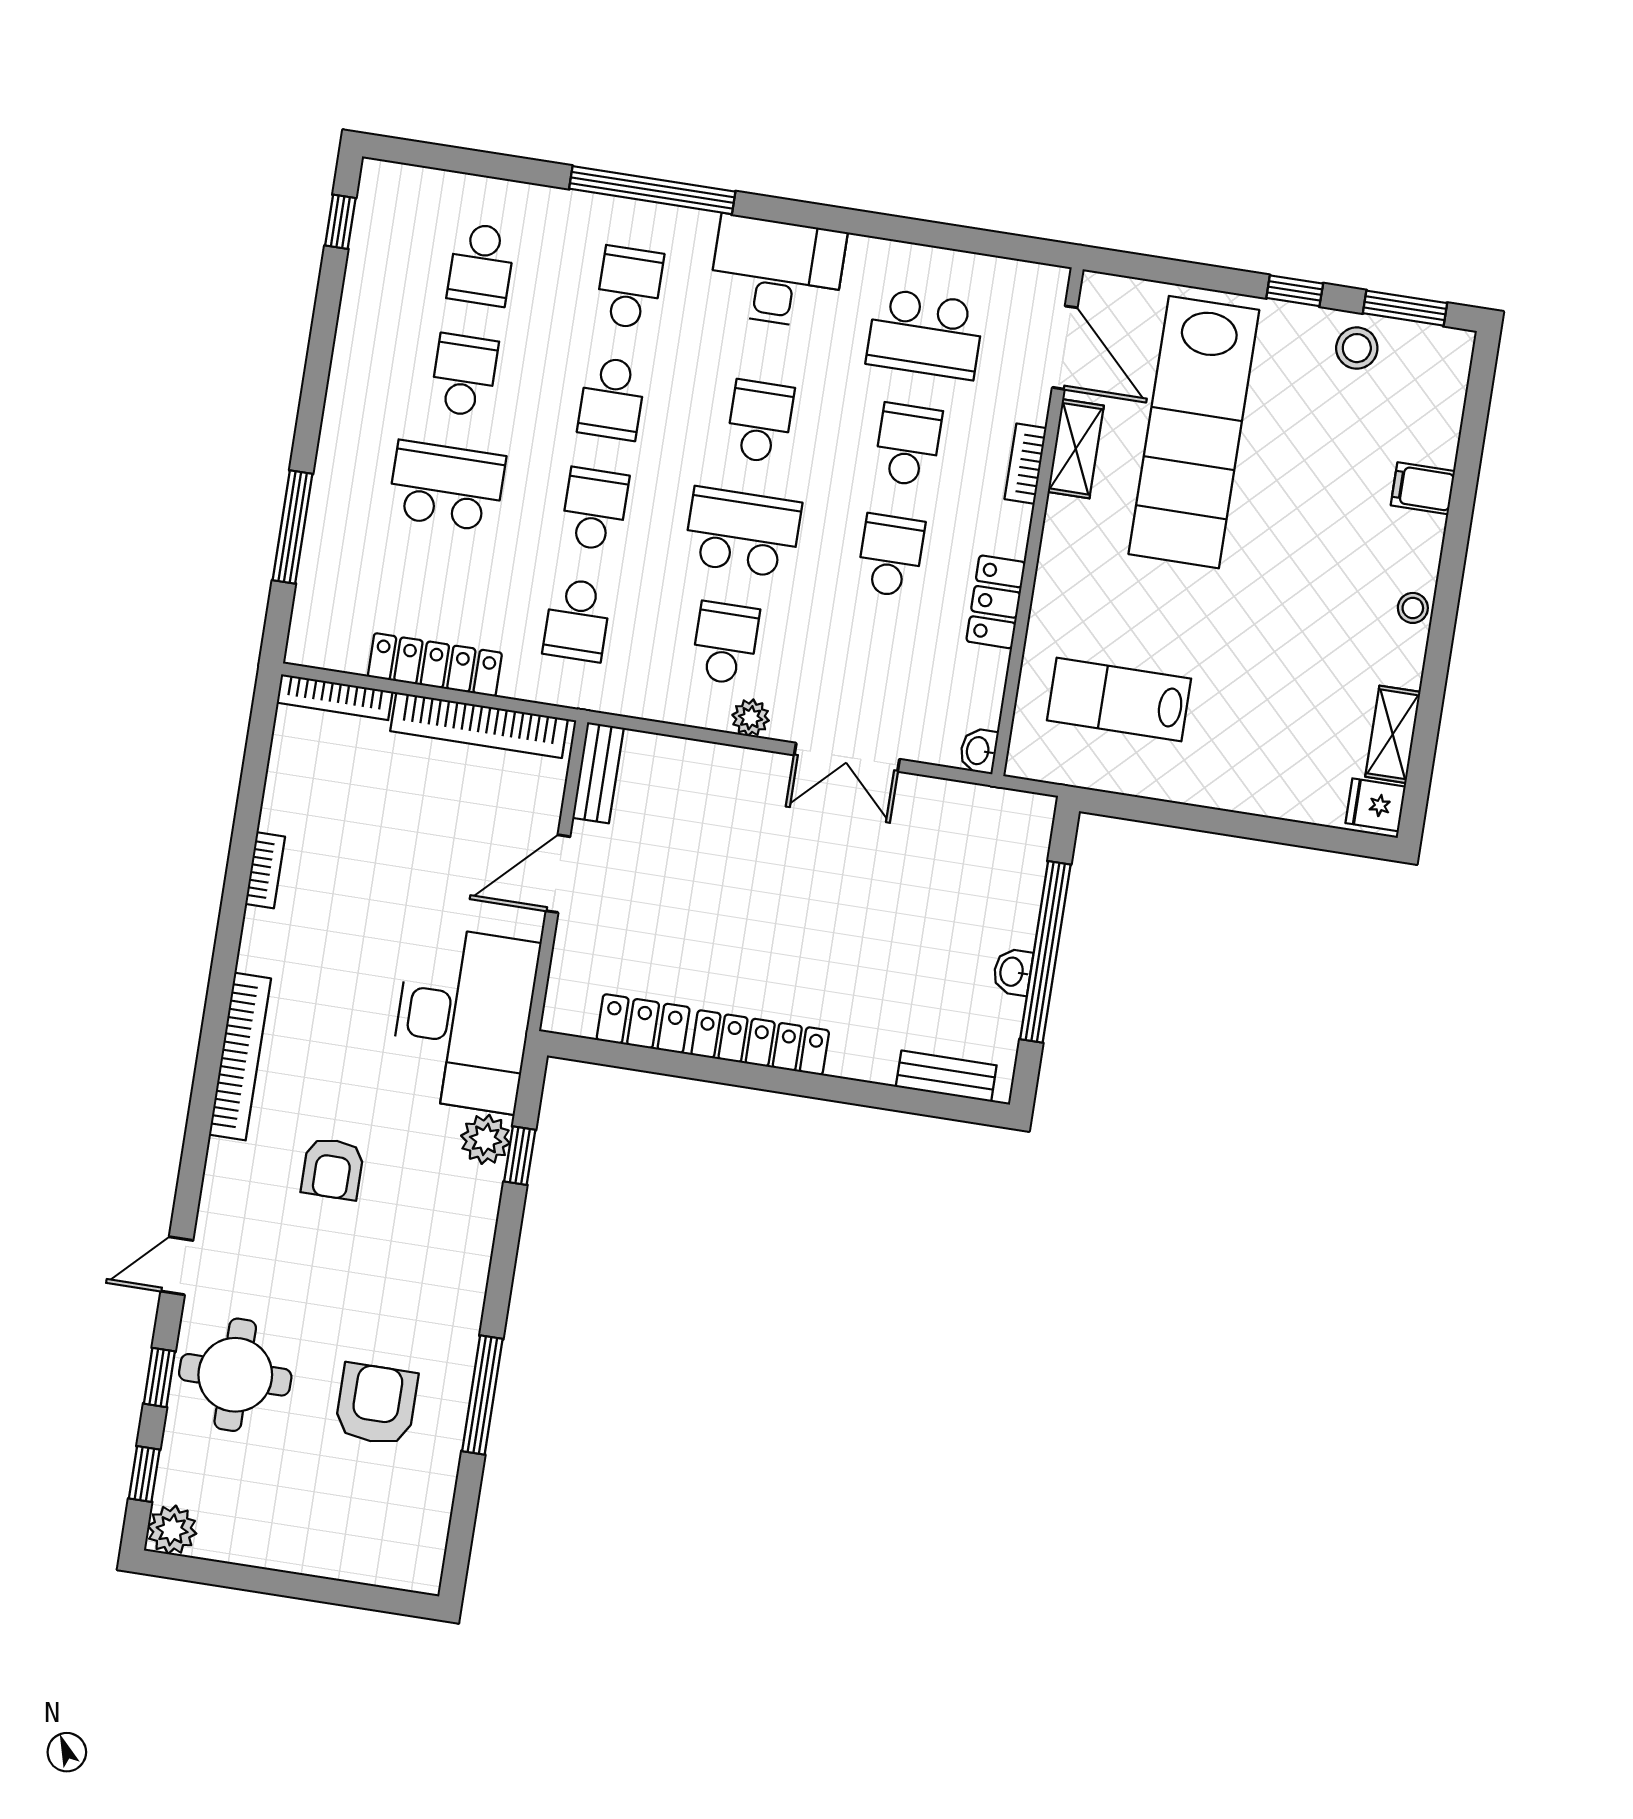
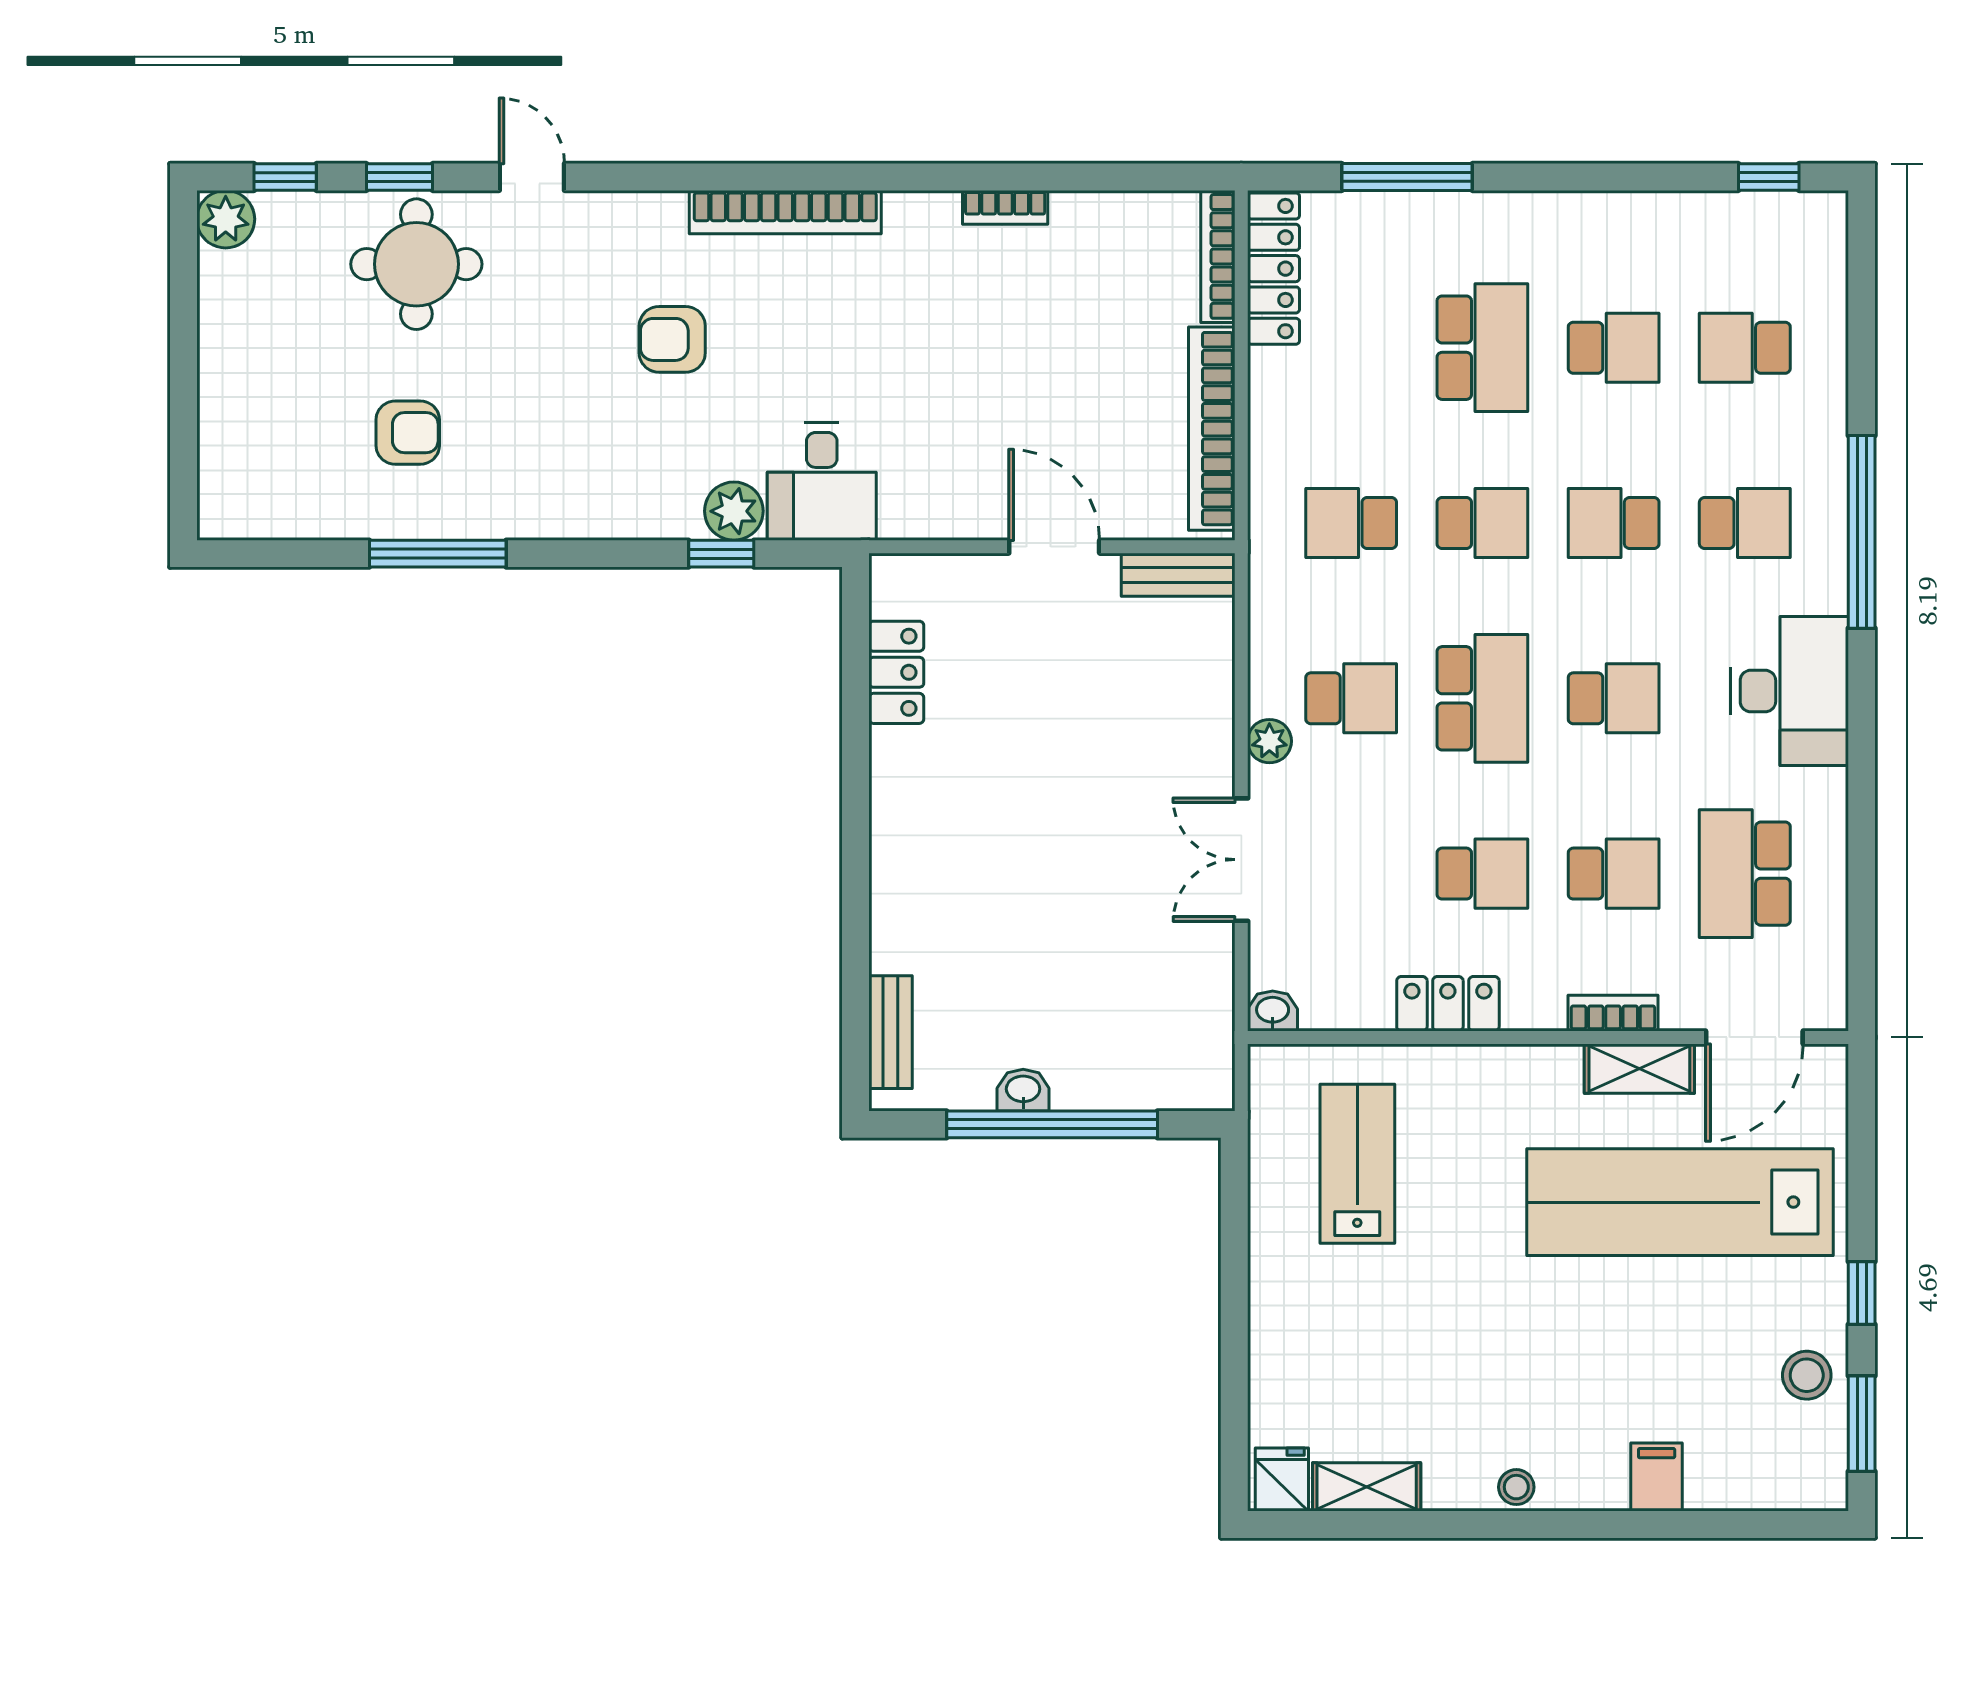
locker: (435, 665) -> (1274, 269), moved
desk: (464, 1019) -> (822, 482), width x0.53, depth x0.77
locker: (760, 1043) -> (896, 811), removed
armchair: (376, 1404) -> (408, 433), width x0.72, depth x0.72

